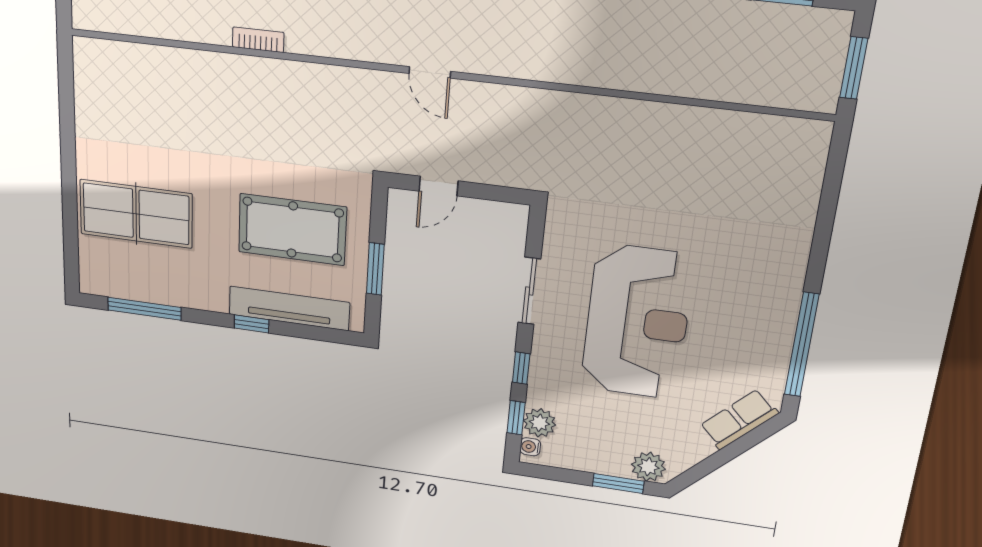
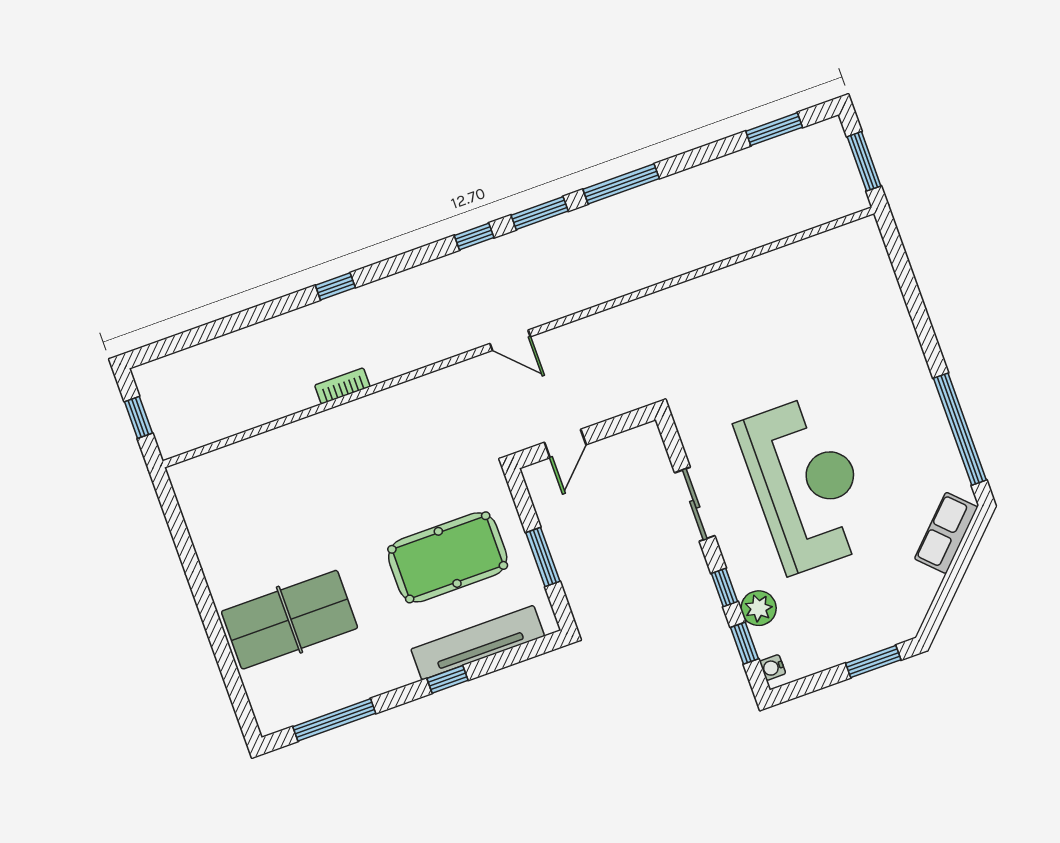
plant: (539, 423) -> (759, 608), moved
plant: (648, 467) -> (892, 628), removed

